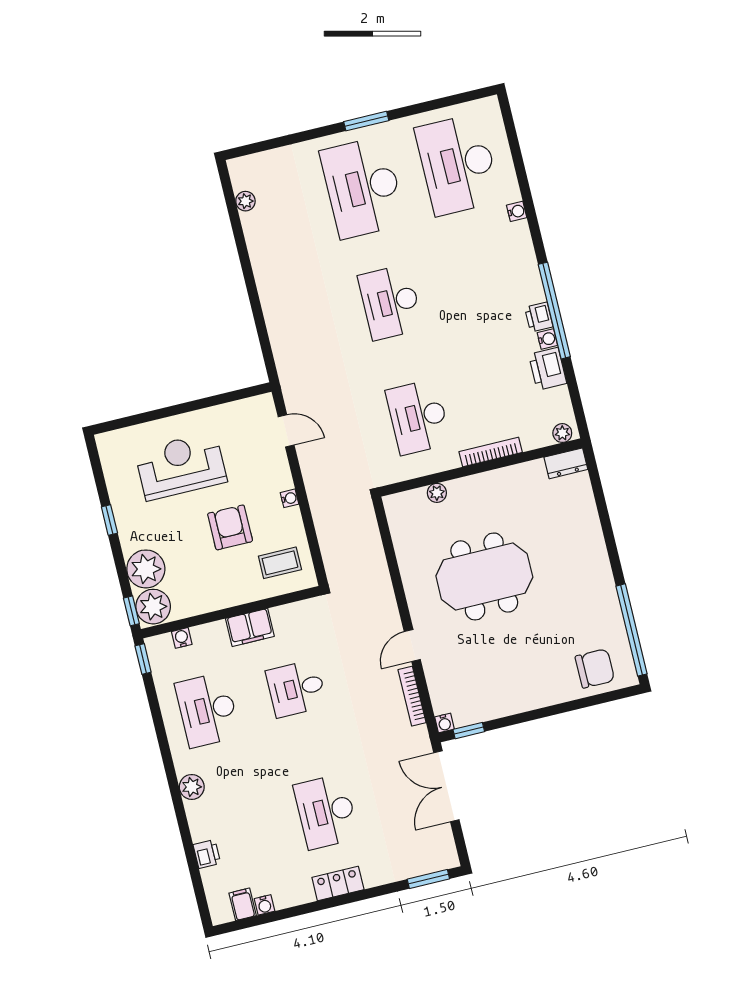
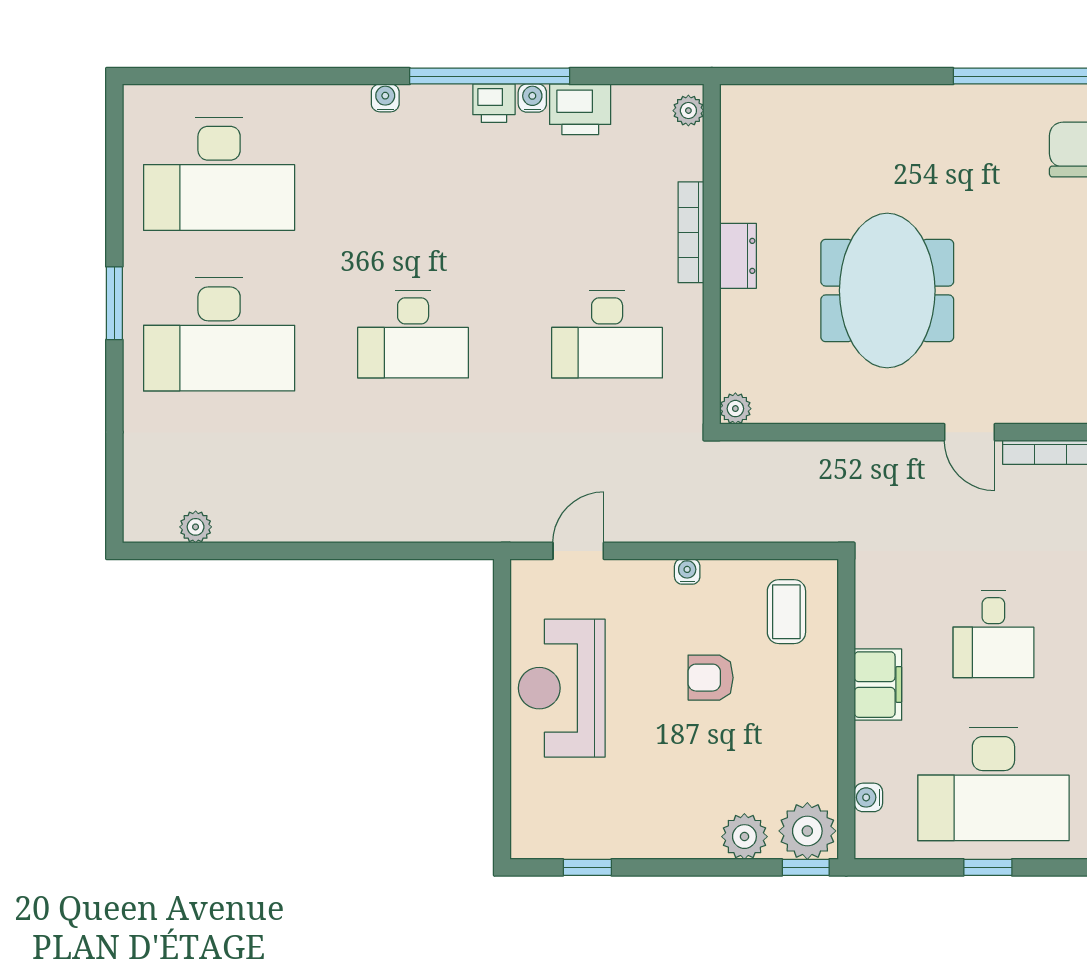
water cooler: (517, 211) -> (385, 98), moved
dresser: (566, 463) -> (738, 256), moved
reception desk: (181, 466) -> (562, 688), moved
plant: (437, 493) -> (735, 409), moved
window: (109, 520) -> (587, 867), moved
armchair: (230, 527) -> (711, 678), width x0.72, depth x0.72
plant: (146, 569) -> (744, 837), width x0.73, depth x0.73
window: (143, 659) -> (988, 867), moved
desk: (208, 710) -> (993, 784), width x1.36, depth x1.30

